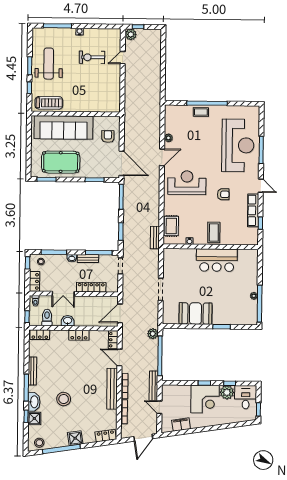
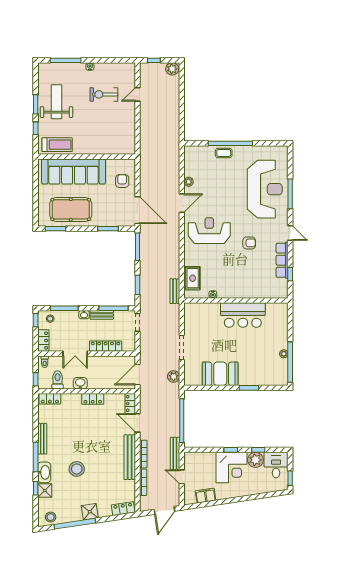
plant: (131, 34) -> (172, 69), moved
coffee table: (214, 232) -> (239, 285), removed
plant: (153, 334) -> (174, 376), moved

